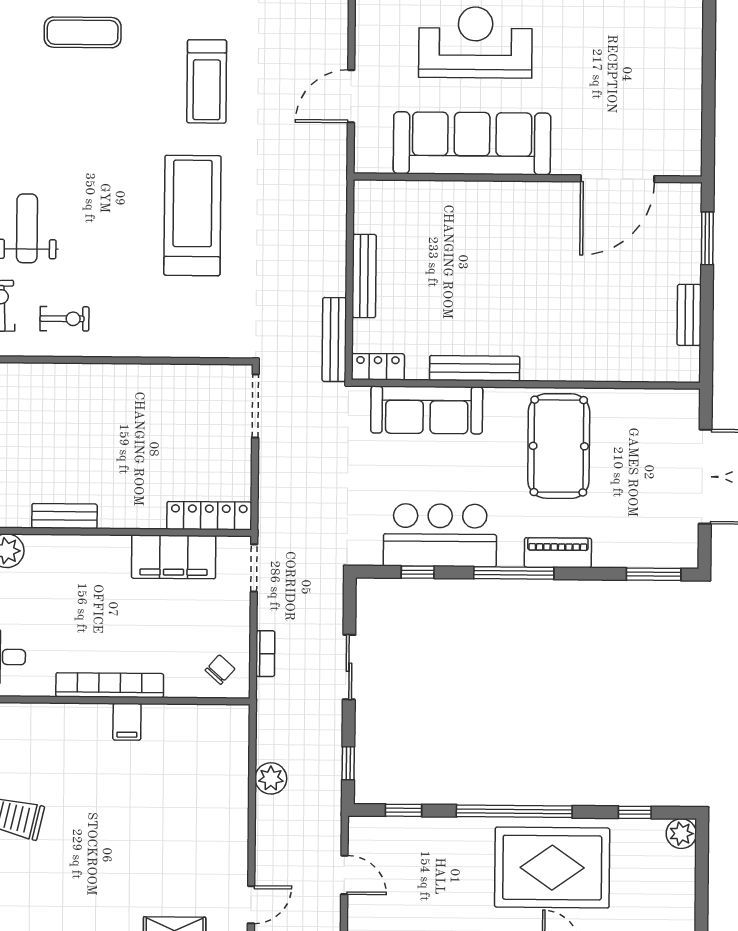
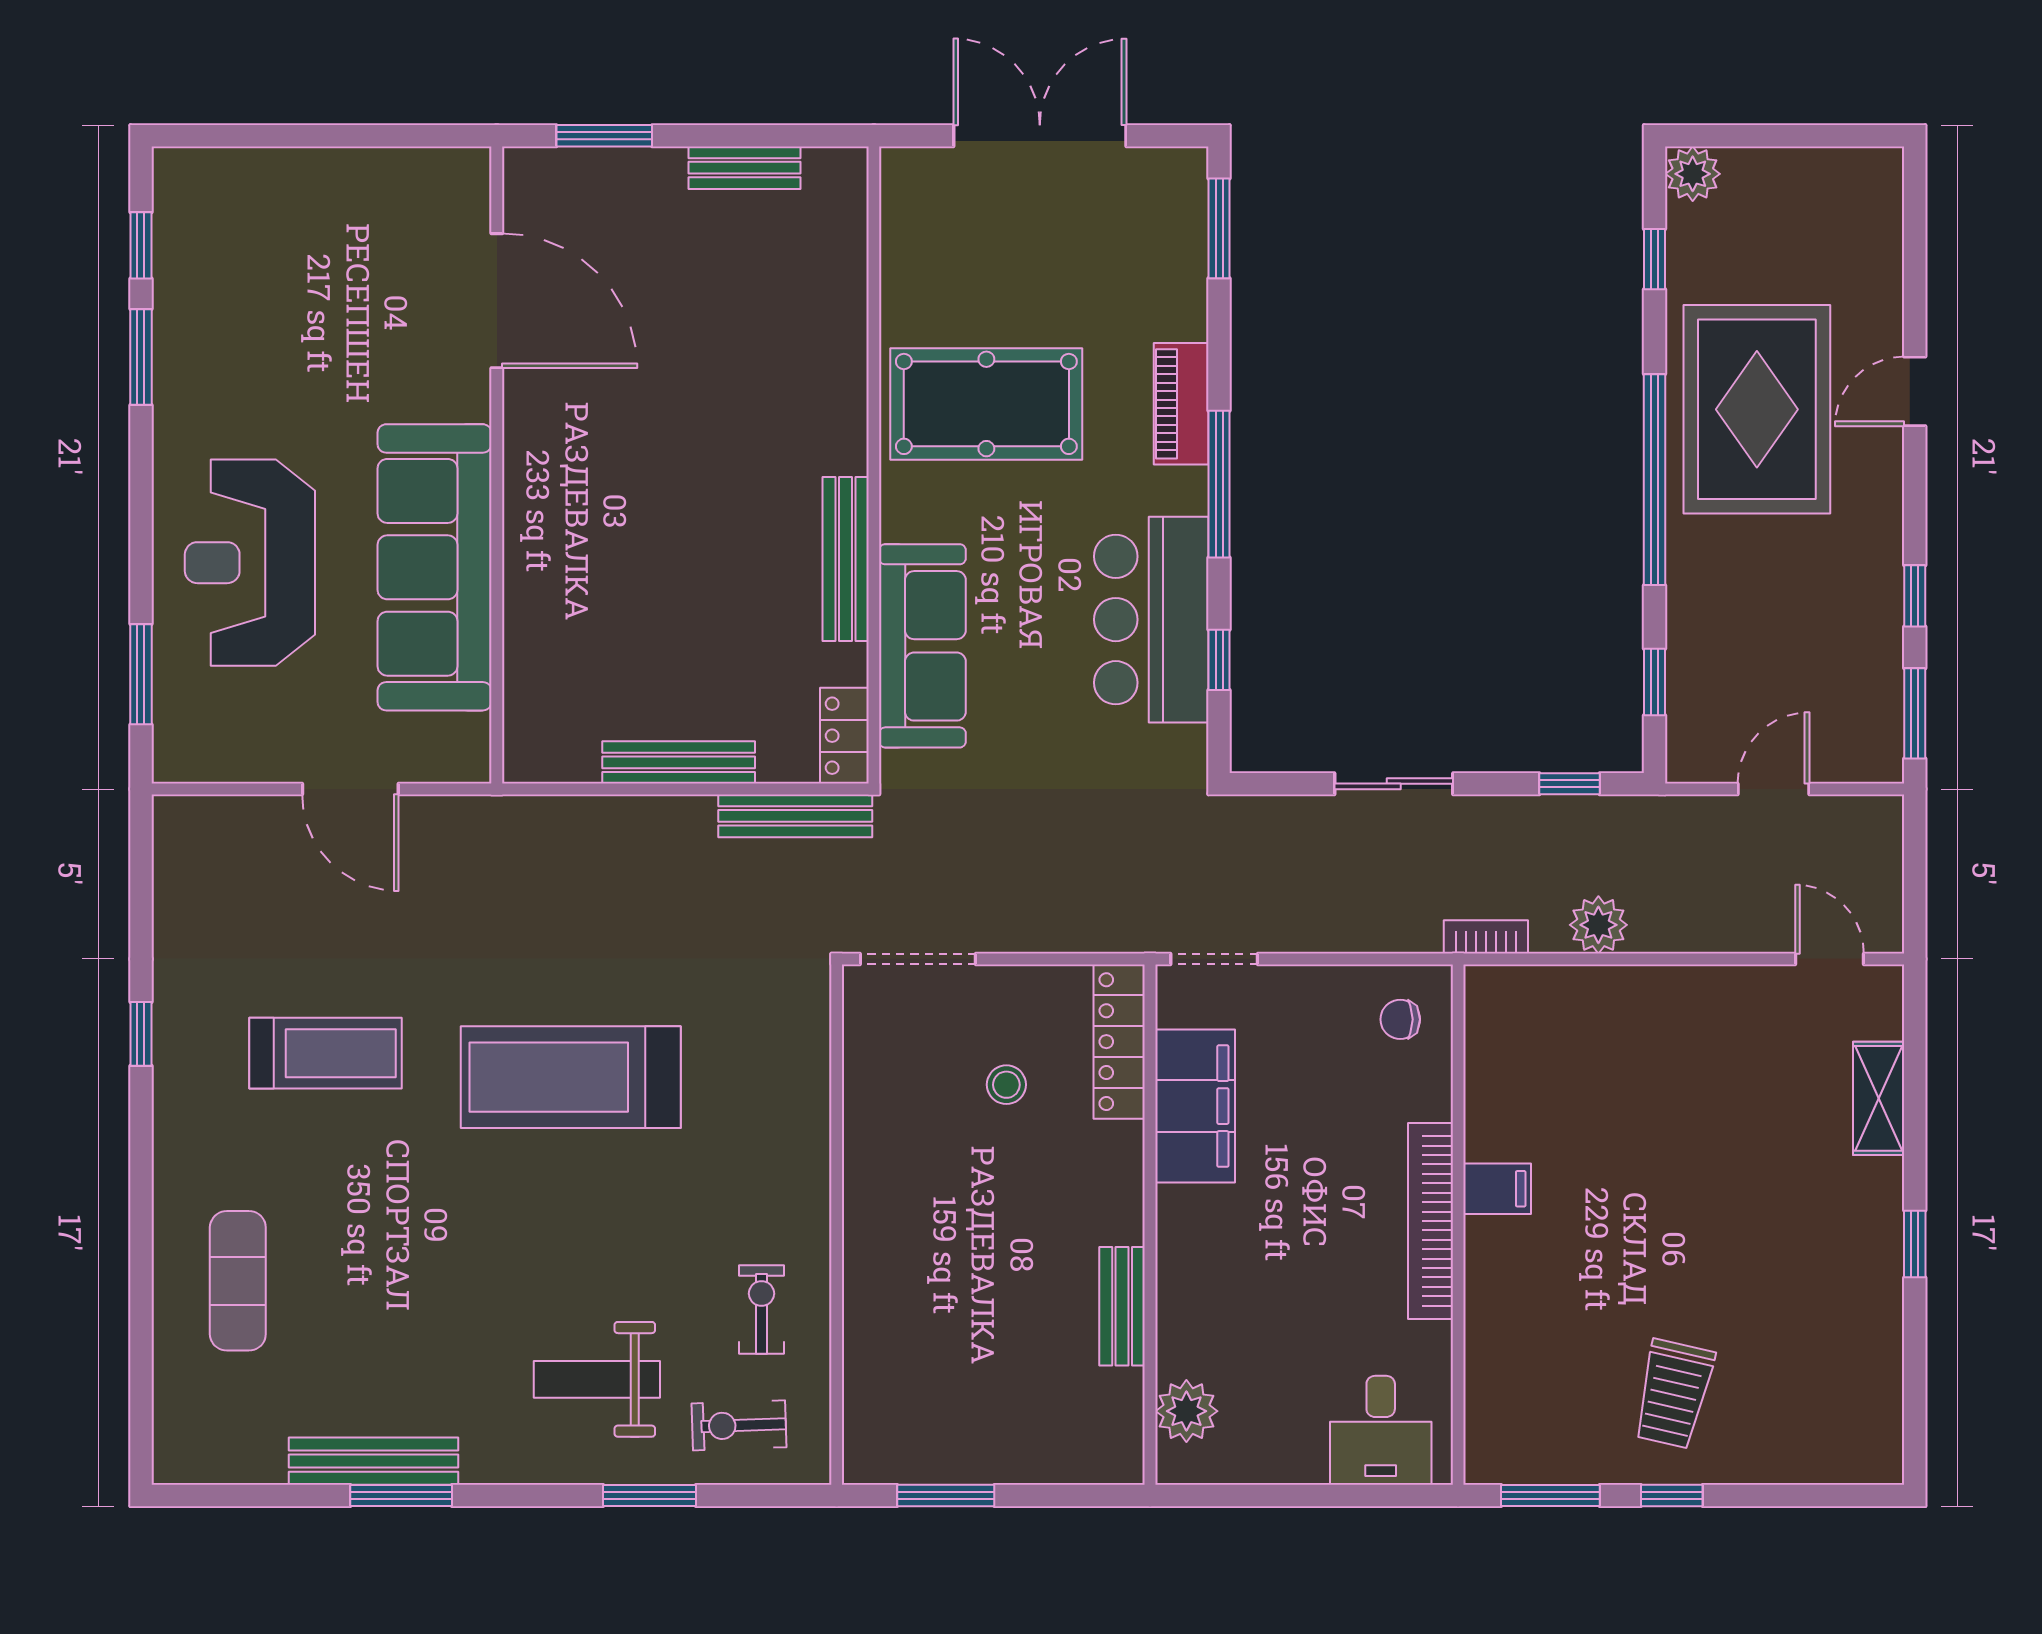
stool: (186, 454) -> (1006, 1085), added
bookcase: (265, 654) -> (1486, 937), moved
chair: (220, 670) -> (1400, 1019), turned -42

